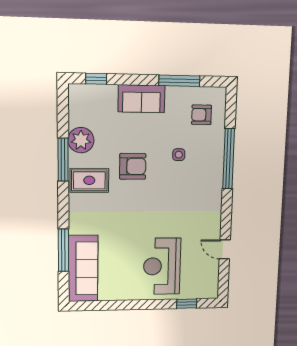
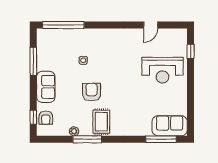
armchair: (202, 115) -> (46, 118), moved
plant: (81, 140) -> (74, 131), width x0.53, depth x0.53
window: (229, 159) -> (63, 25), moved
window: (63, 250) -> (161, 139), moved
sofa: (83, 268) -> (170, 126), width x0.73

